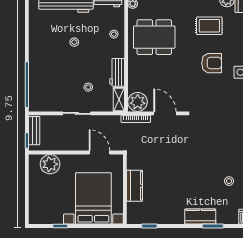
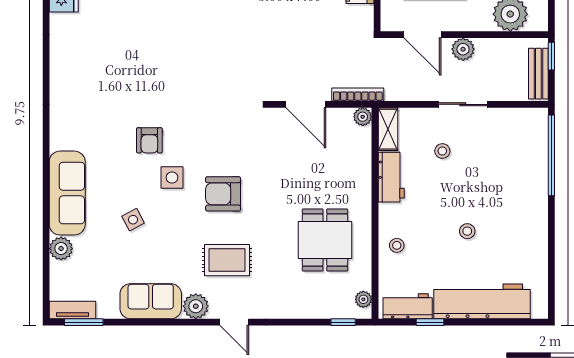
dining table: (154, 37) -> (325, 240), width x0.73
plant: (138, 102) -> (363, 117), width x0.53, depth x0.53
plant: (77, 144) -> (463, 49), added

